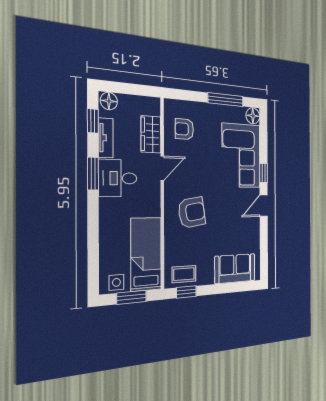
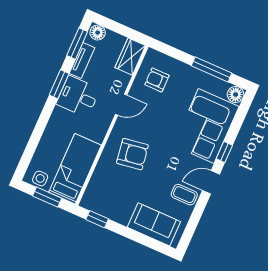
window: (93, 121) -> (77, 44), width x1.50
wardrobe: (151, 134) -> (130, 57), moved
coffee table: (184, 274) -> (184, 195), moved

